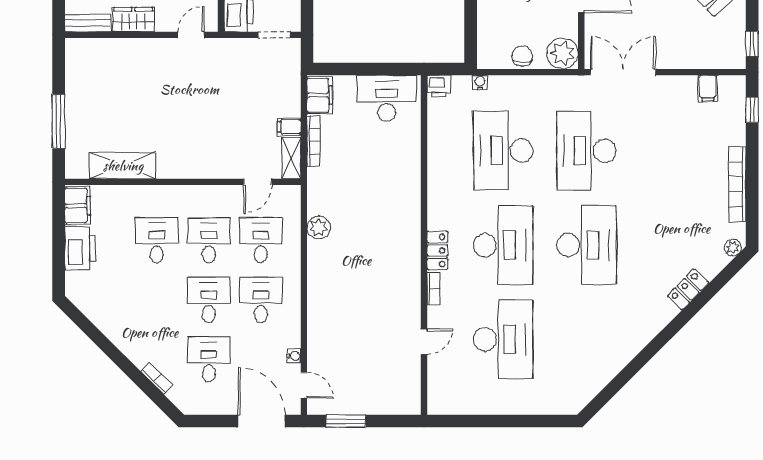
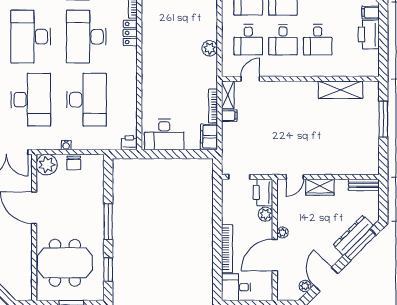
wardrobe: (133, 20) -> (320, 187), moved
water cooler: (480, 82) -> (66, 145), moved
filing cabinet: (78, 206) -> (371, 13), moved, width x0.50

